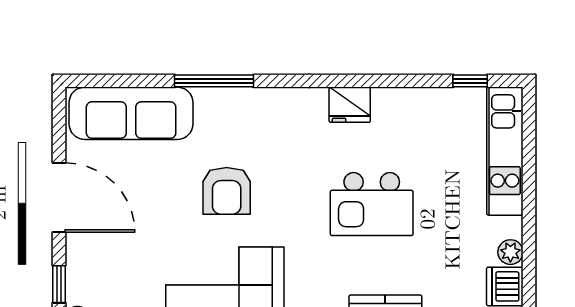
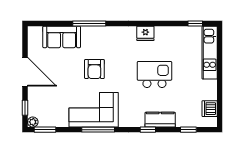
sofa: (131, 113) -> (62, 37), width x0.73
kitchen island: (372, 204) -> (154, 75), turned 180
plant: (510, 252) -> (212, 94), removed

